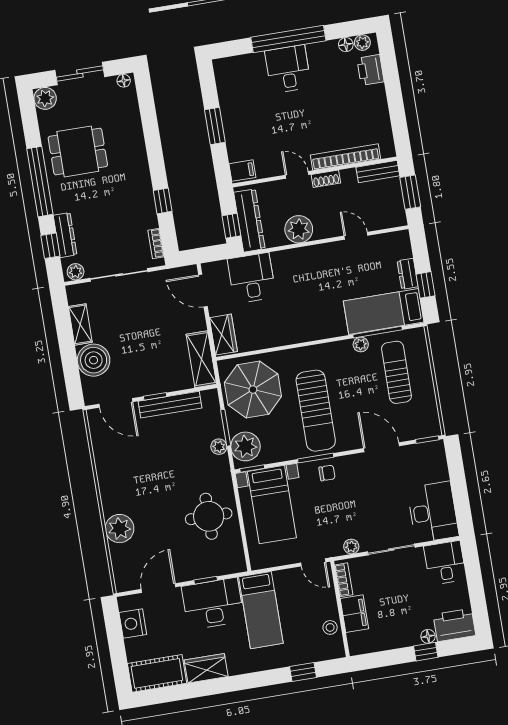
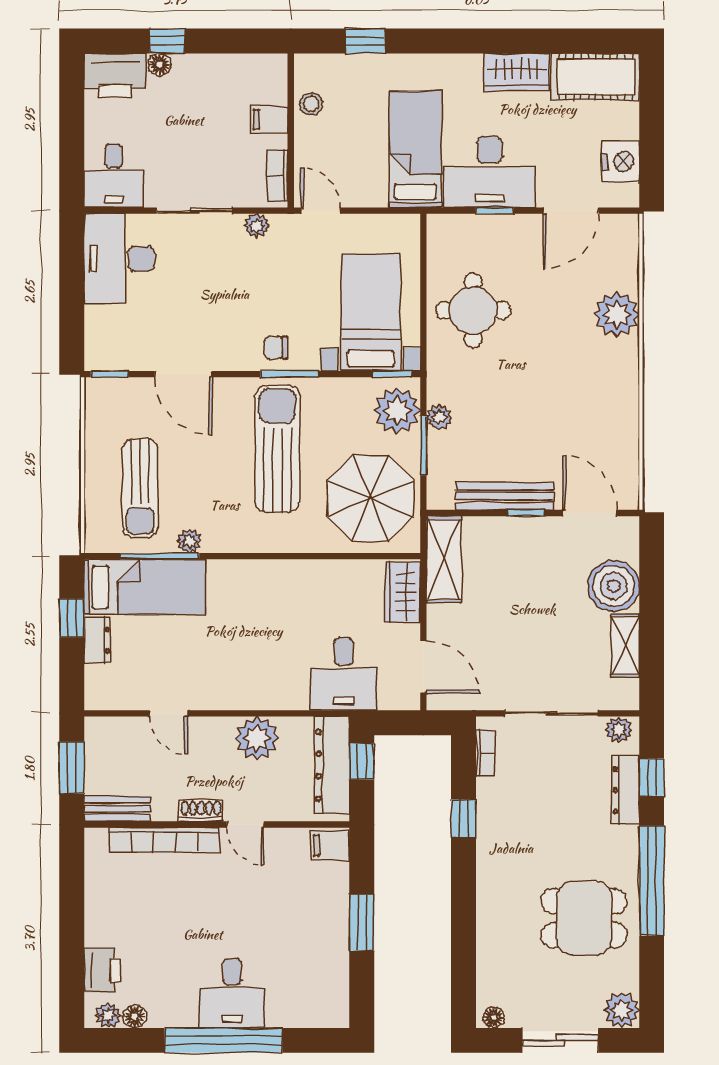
filing cabinet: (354, 614) -> (269, 119), width x0.50

